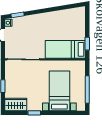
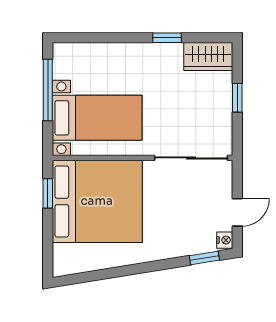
bed: (65, 49) -> (97, 201), width x2.04
bed with nightstands: (59, 91) -> (97, 118), moved, turned -90

